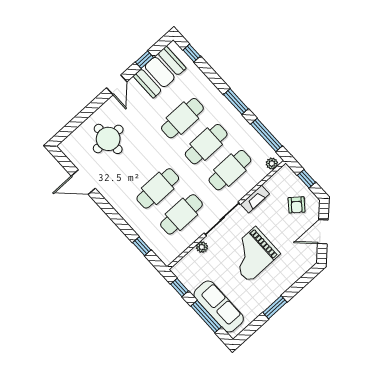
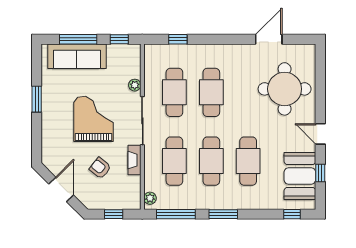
round table: (108, 139) -> (285, 89), width x1.36, depth x1.36
armchair: (297, 205) -> (100, 168), moved

